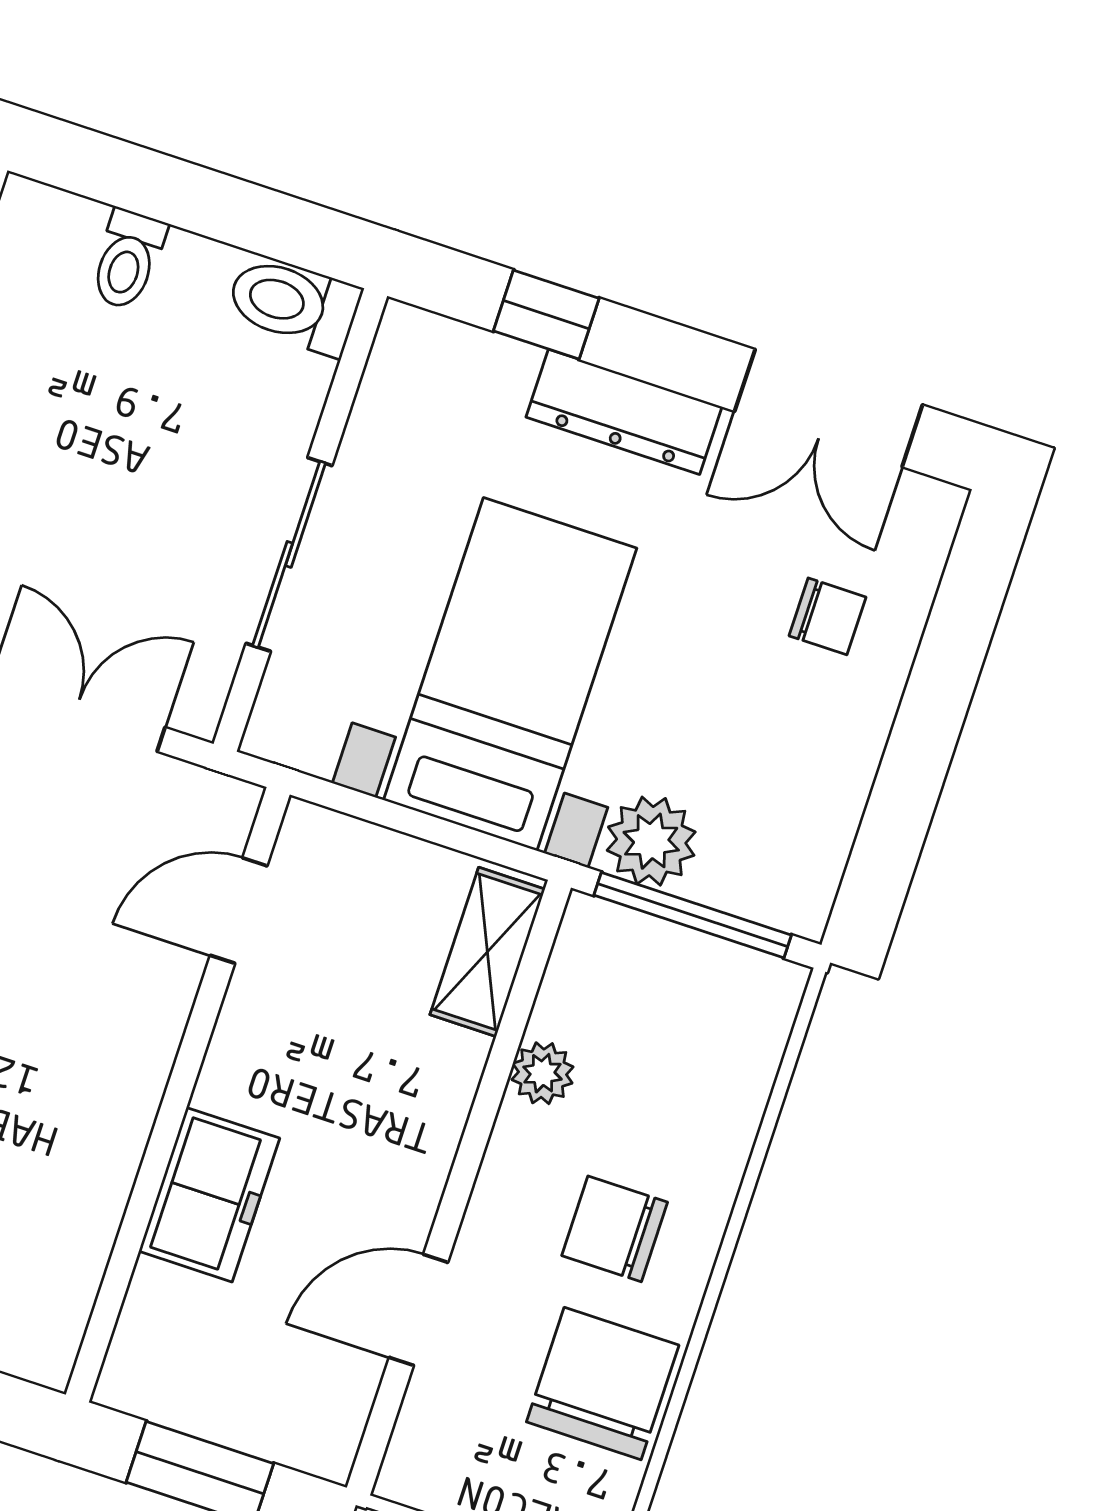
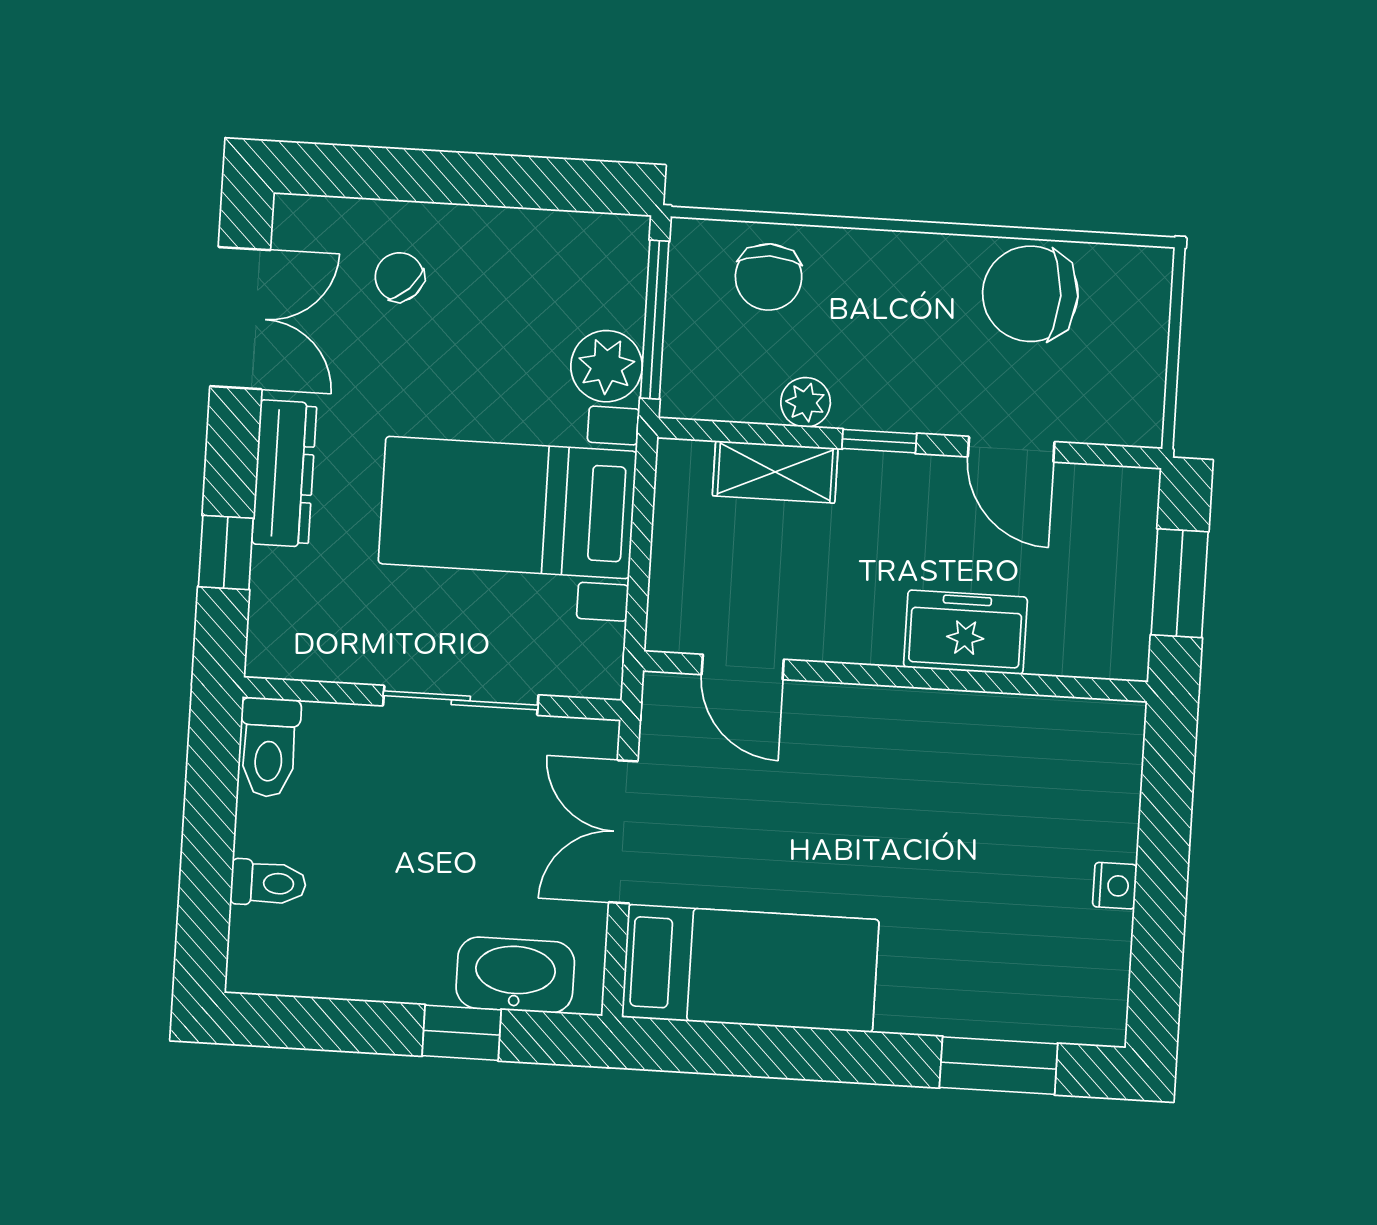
chair: (827, 616) -> (399, 277), turned -45
shelving: (487, 952) -> (775, 472), moved
window: (471, 1151) -> (879, 441), added
chair: (615, 1229) -> (769, 277), moved

